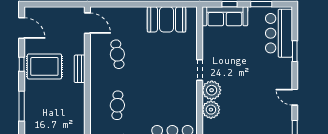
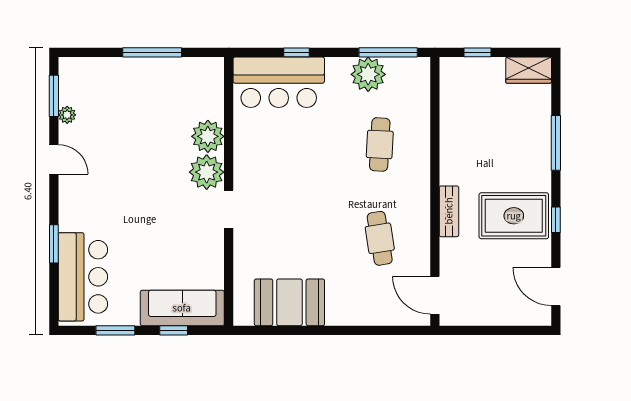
plant: (288, 121) -> (67, 115), added

